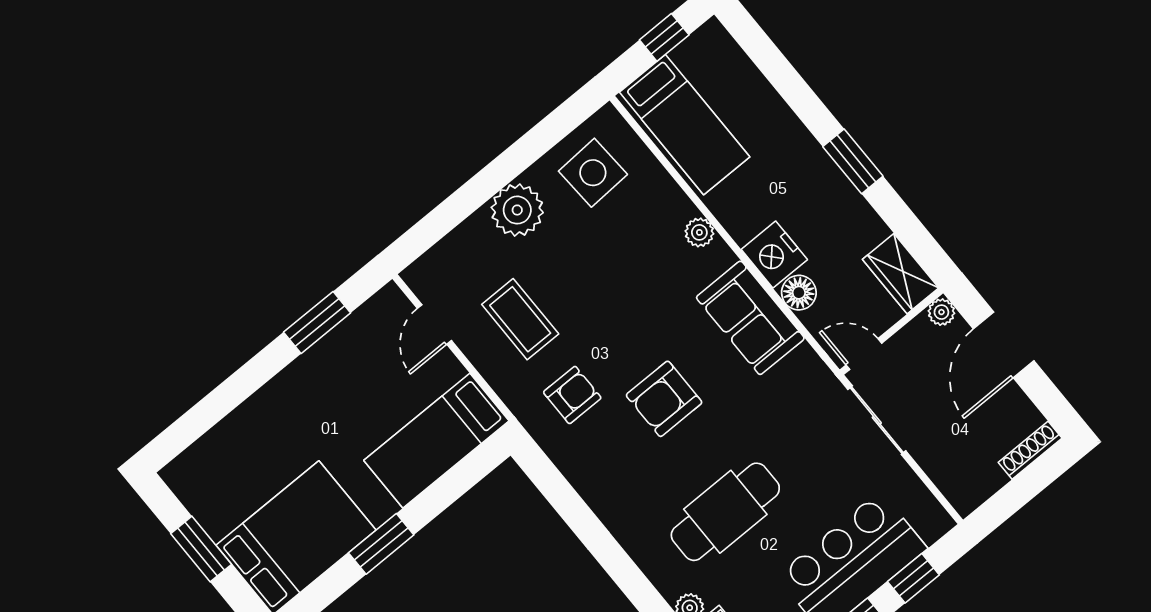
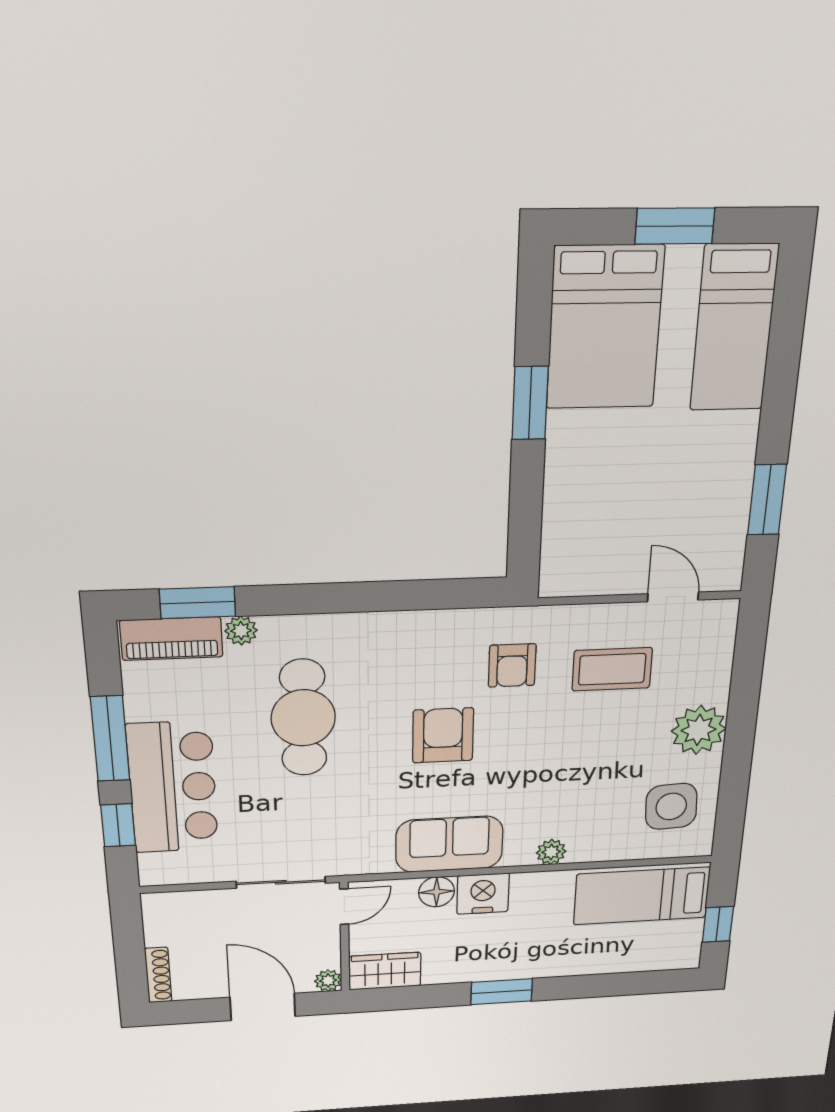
bed: (436, 441) -> (734, 328), moved, turned 180

